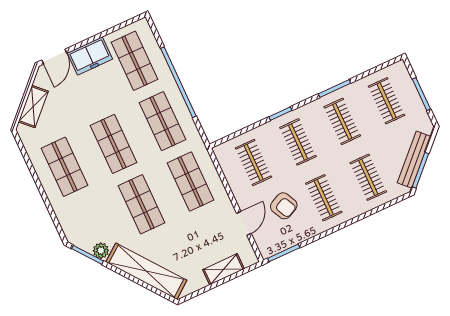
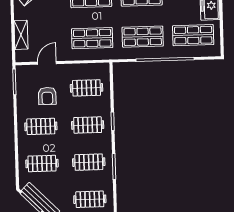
armchair: (284, 206) -> (47, 96), turned -64
door: (244, 223) -> (47, 63), swing flipped

